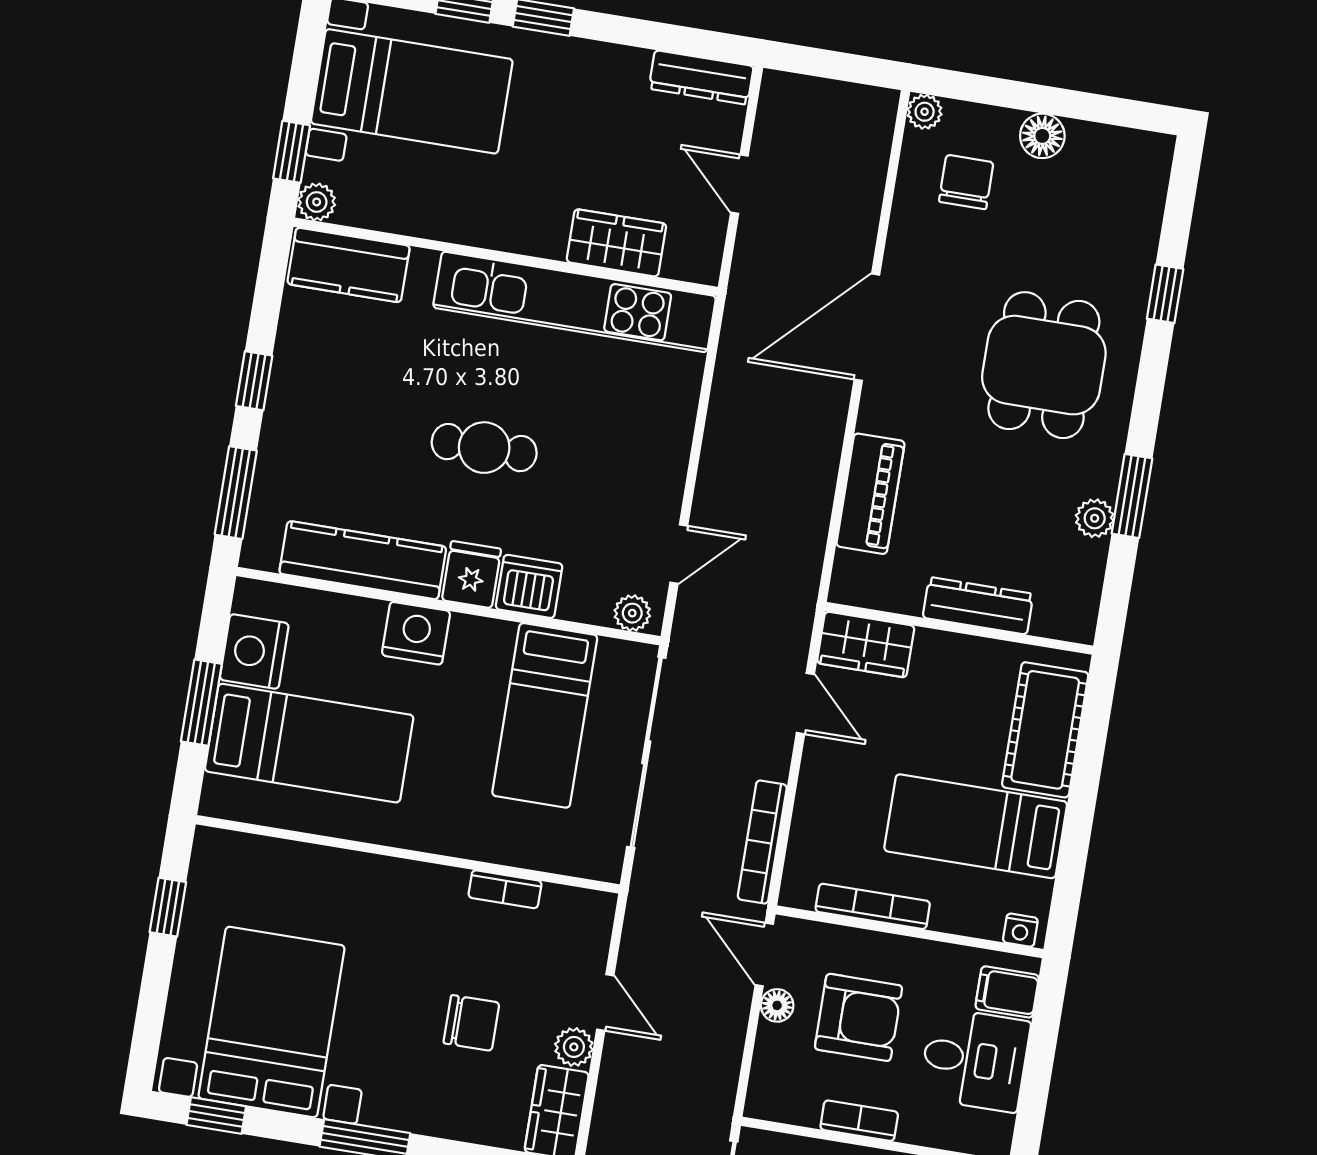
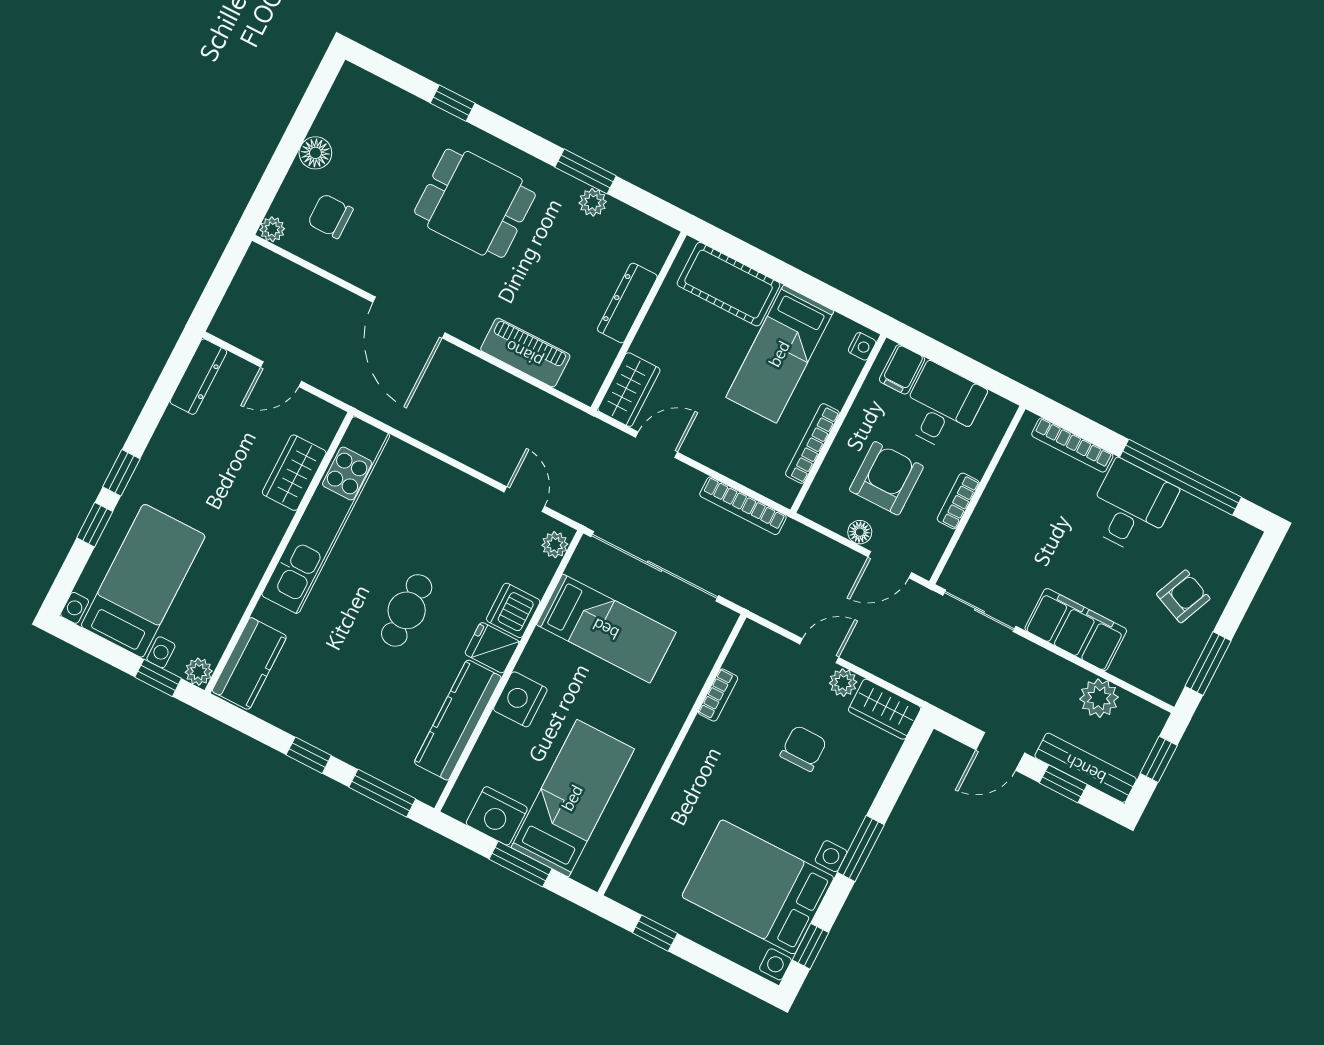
door: (764, 954) -> (890, 565), moved

